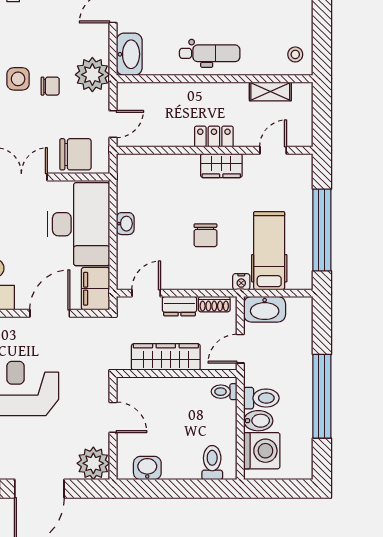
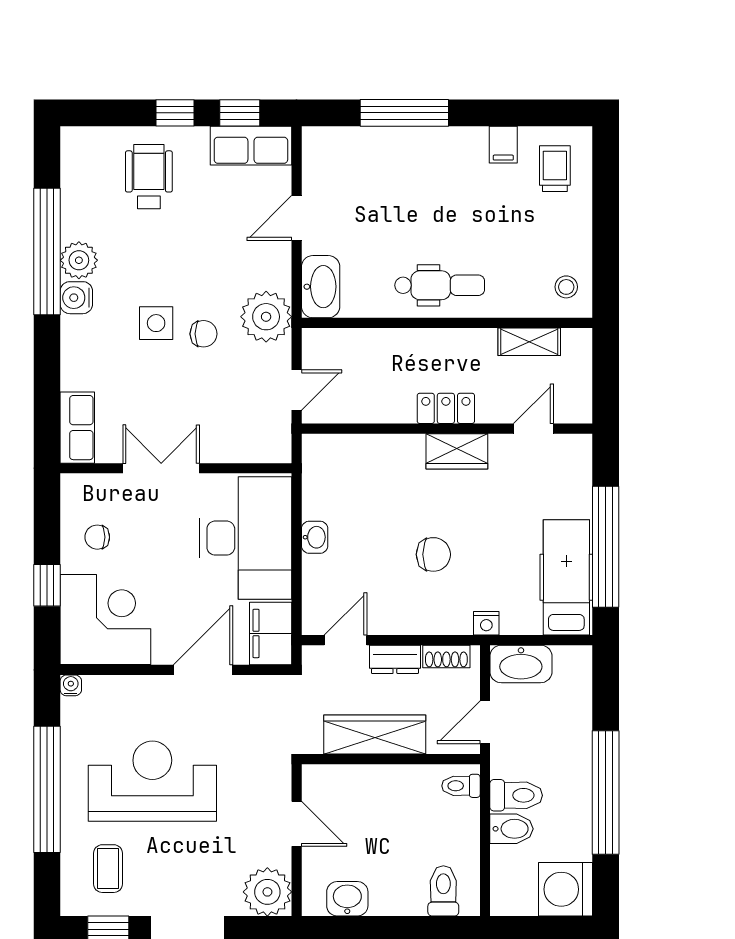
chair: (75, 154) -> (241, 435), removed
chair: (205, 235) -> (433, 554), turned -90
hospital bed: (269, 251) -> (566, 577), moved
washing machine: (262, 451) -> (566, 889), moved, turned 180

